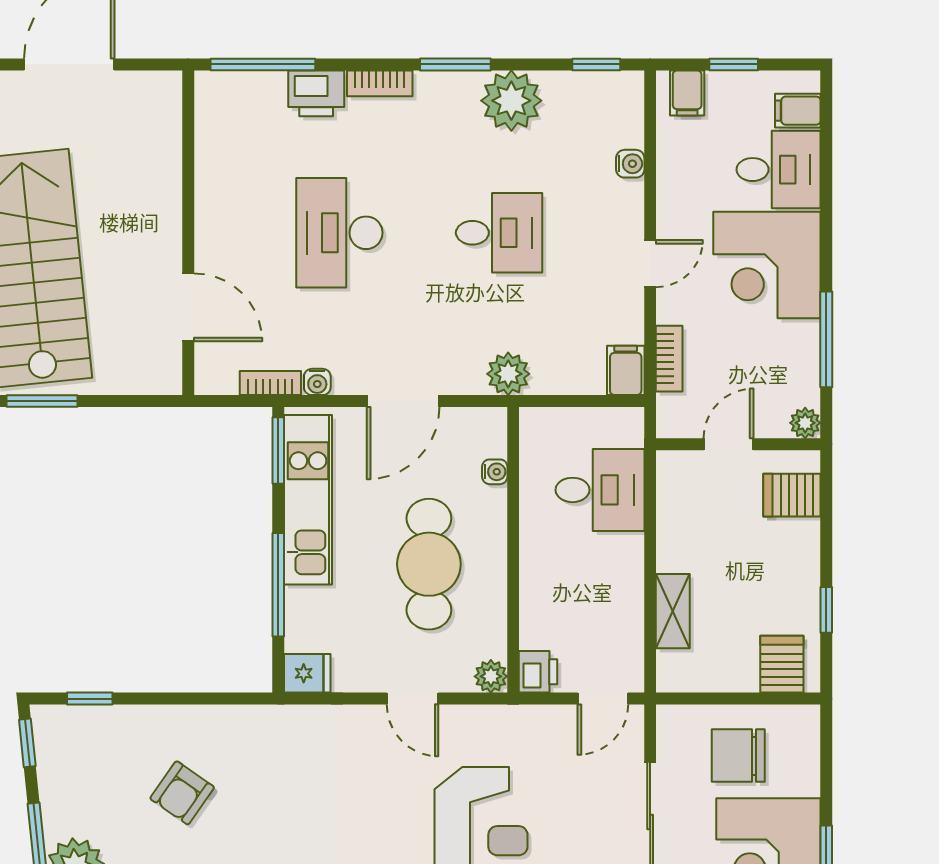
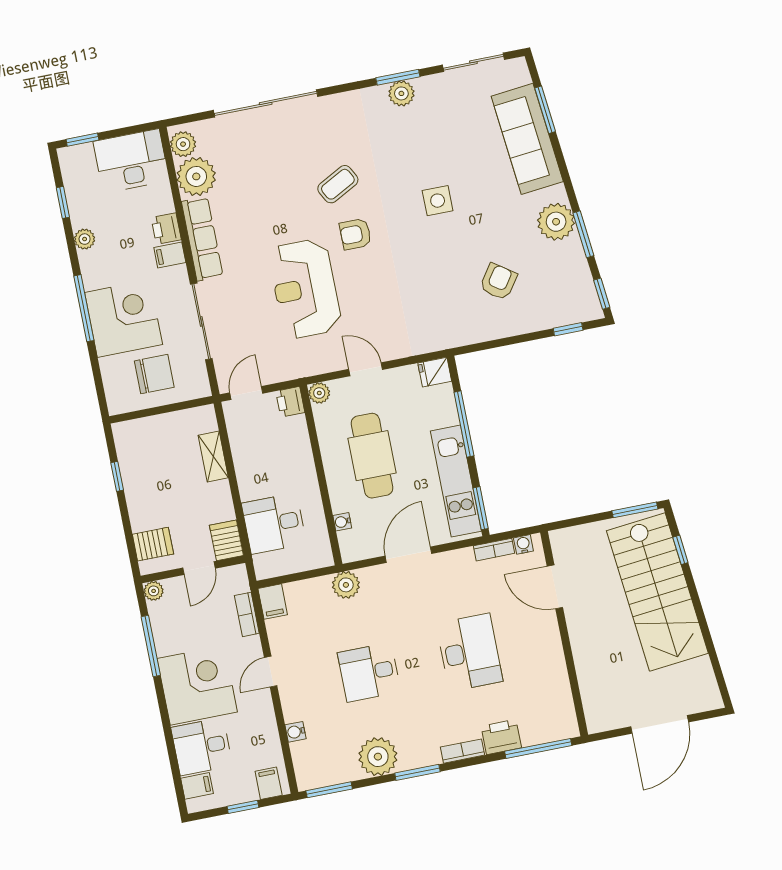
window: (596, 64) -> (329, 790), width x1.50
water cooler: (317, 382) -> (523, 544), moved
server rack: (782, 664) -> (226, 540), moved, turned 180

